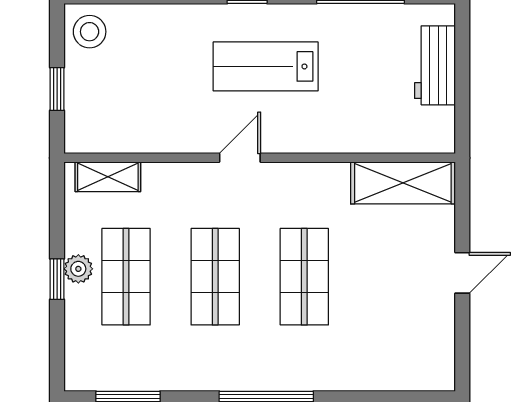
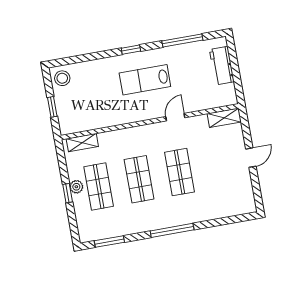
door: (240, 158) -> (175, 117), moved
shelving: (403, 183) -> (224, 118), width x0.67, depth x0.75

